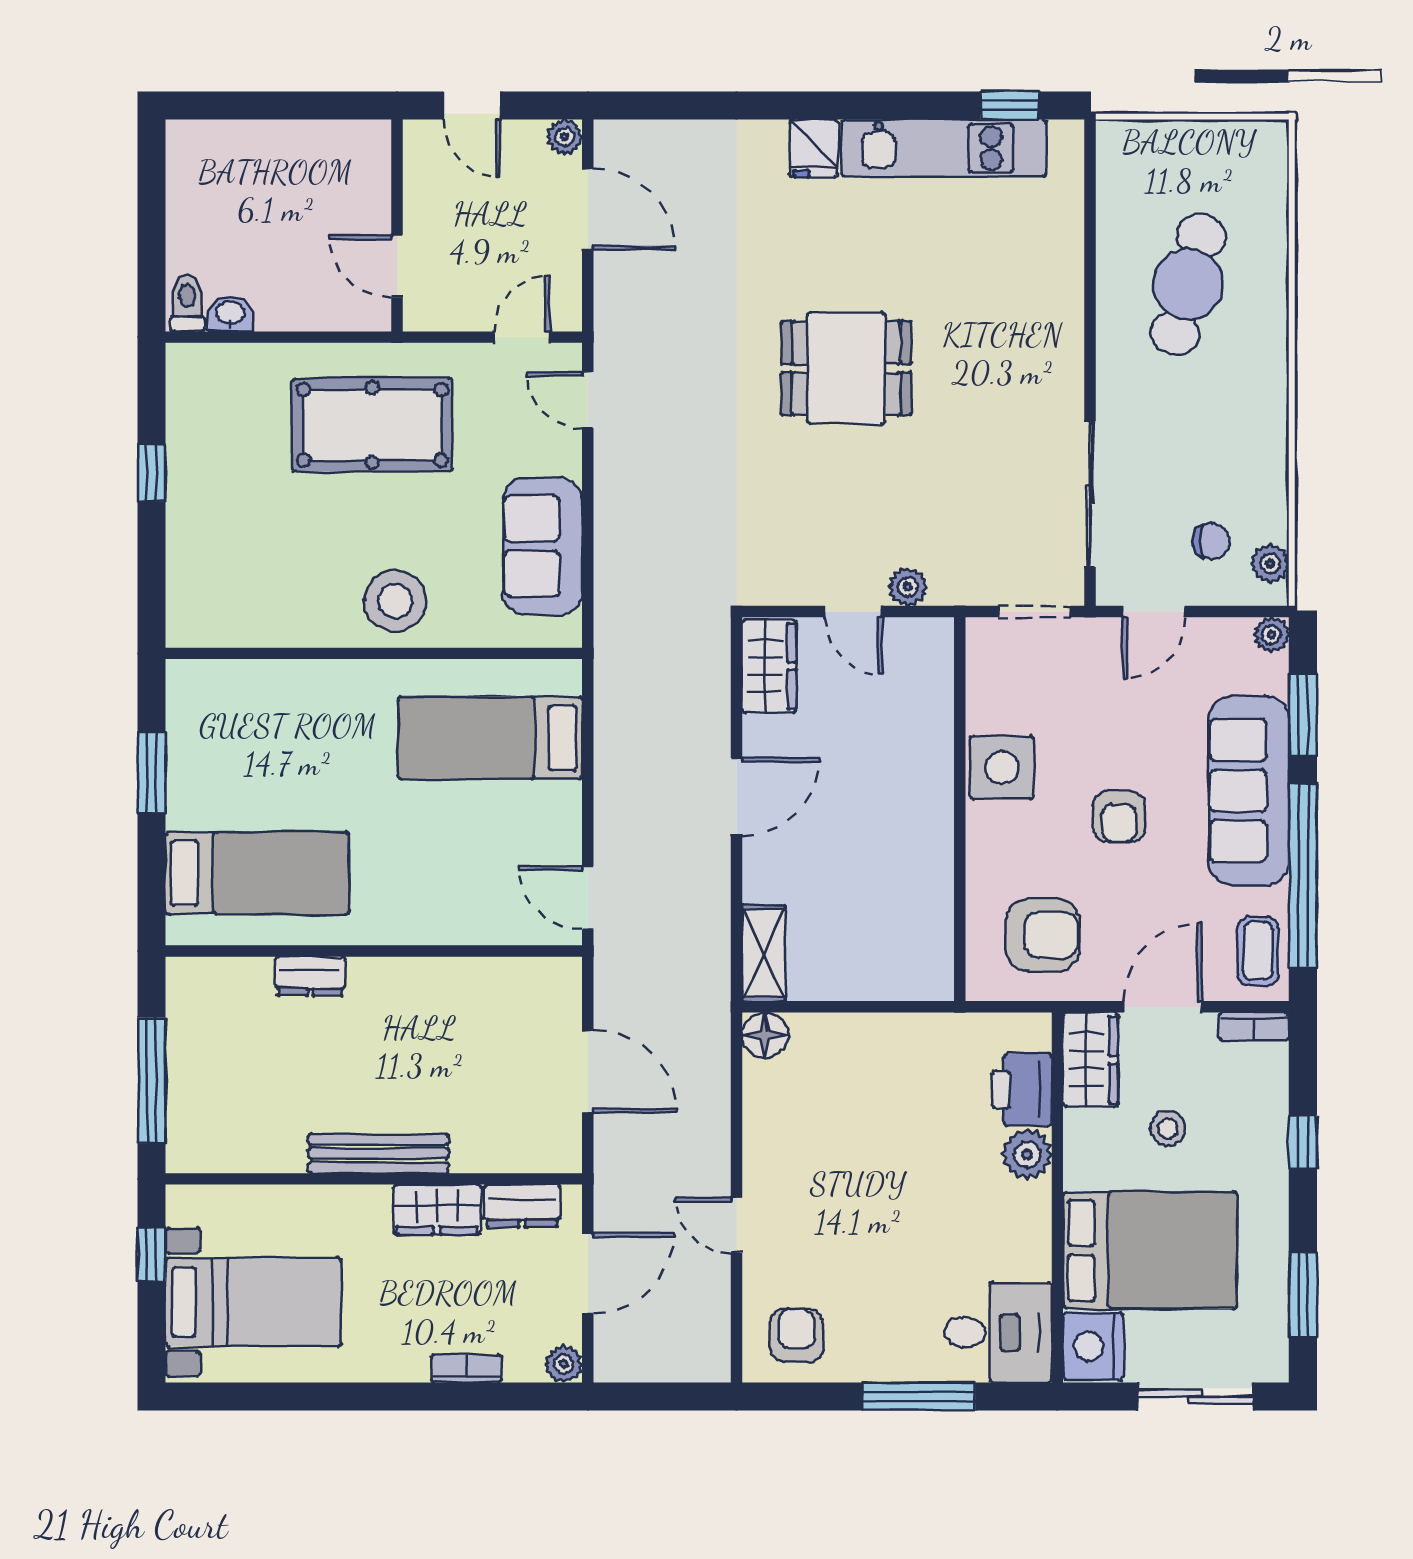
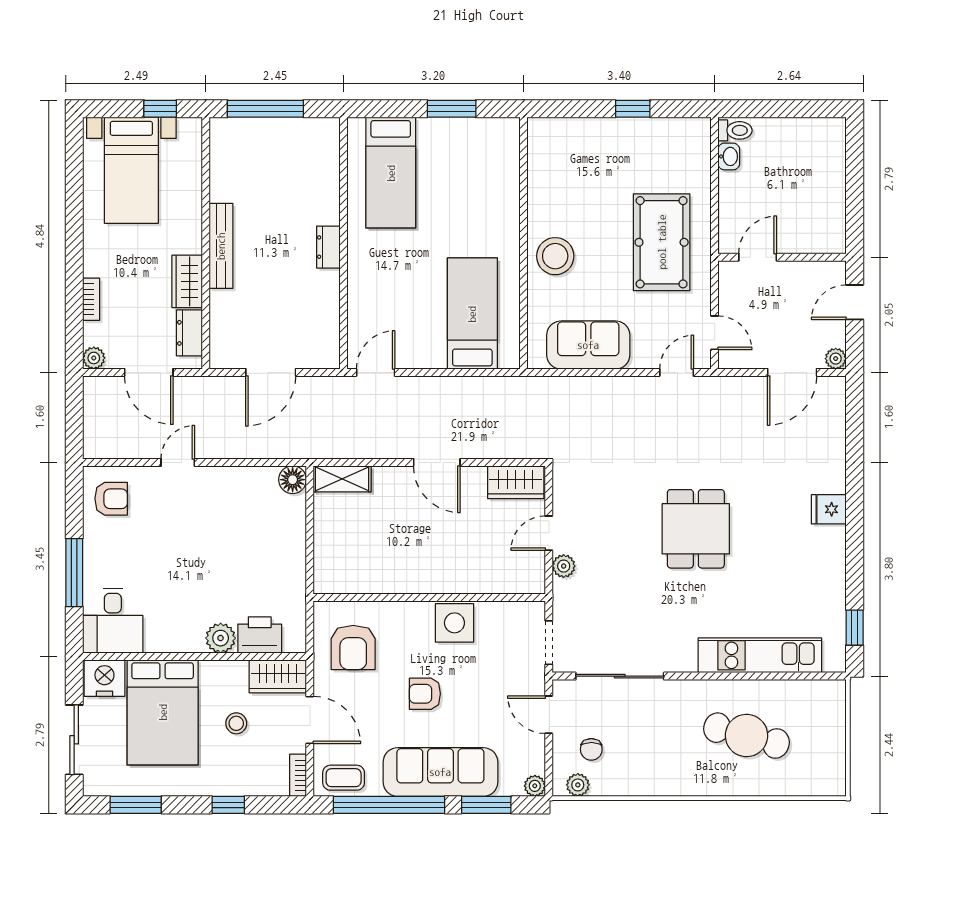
kitchen unit: (944, 148) -> (760, 655), moved, turned 90
dresser: (310, 976) -> (328, 247), moved

